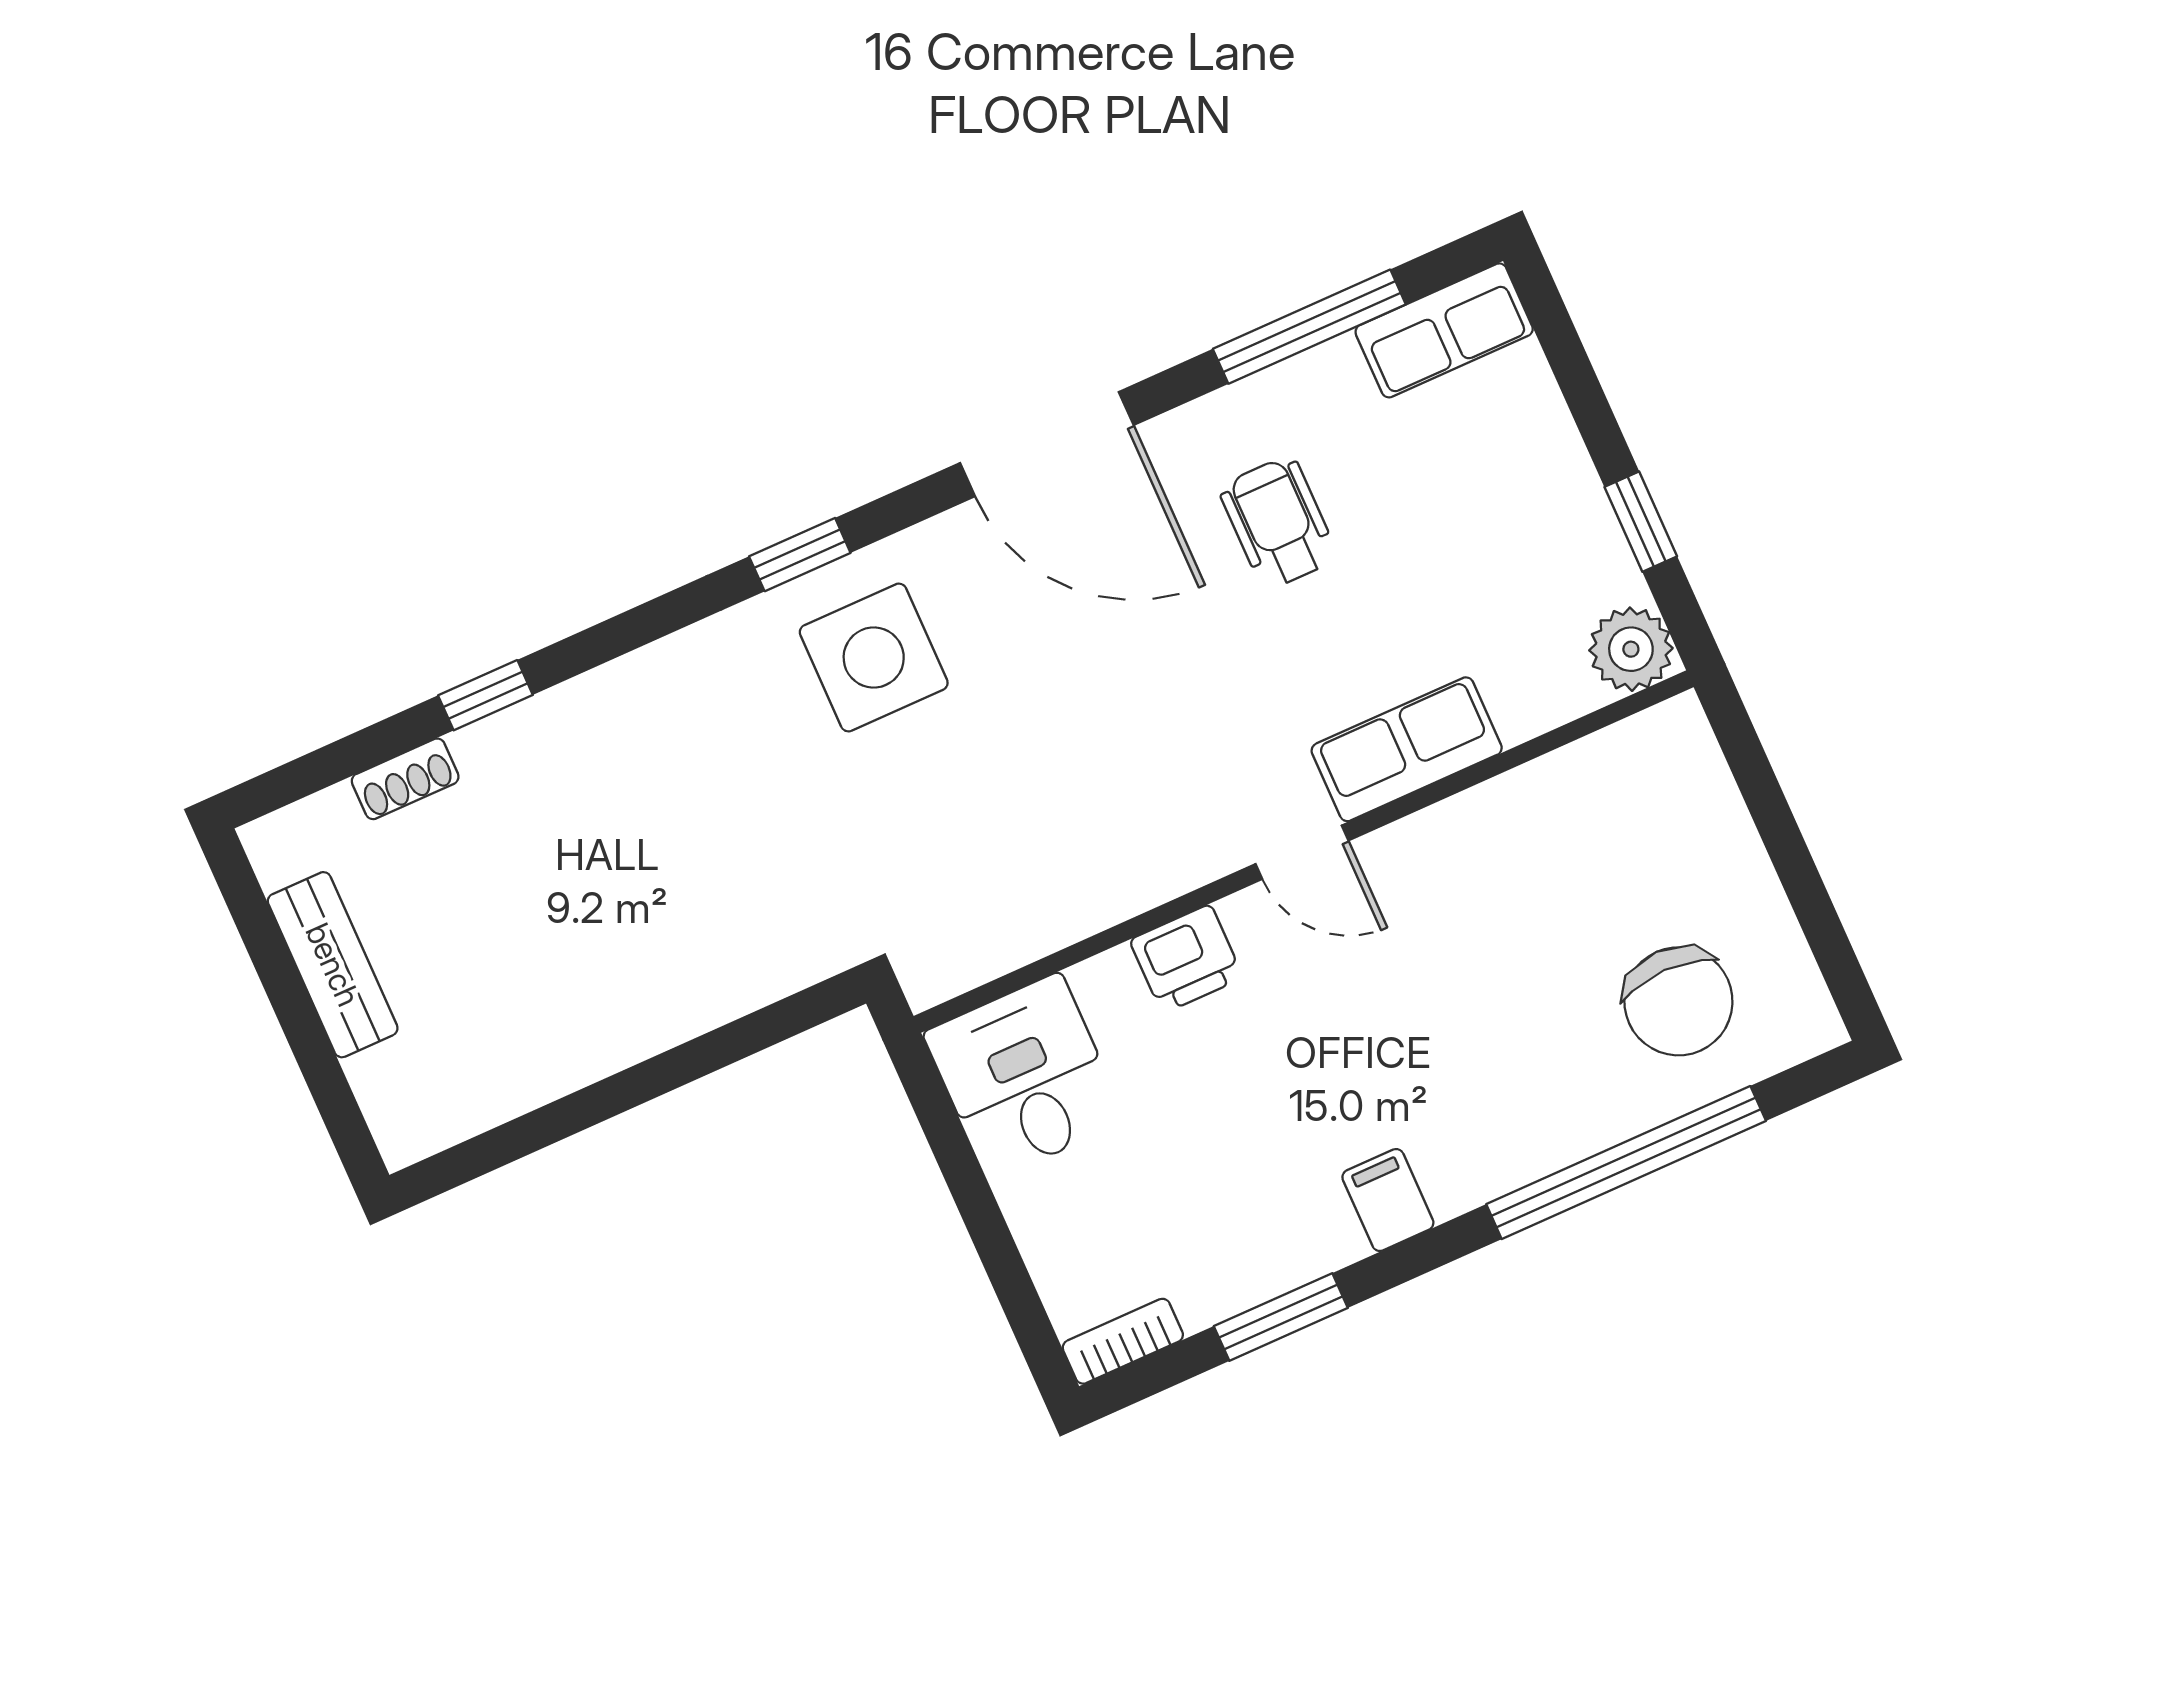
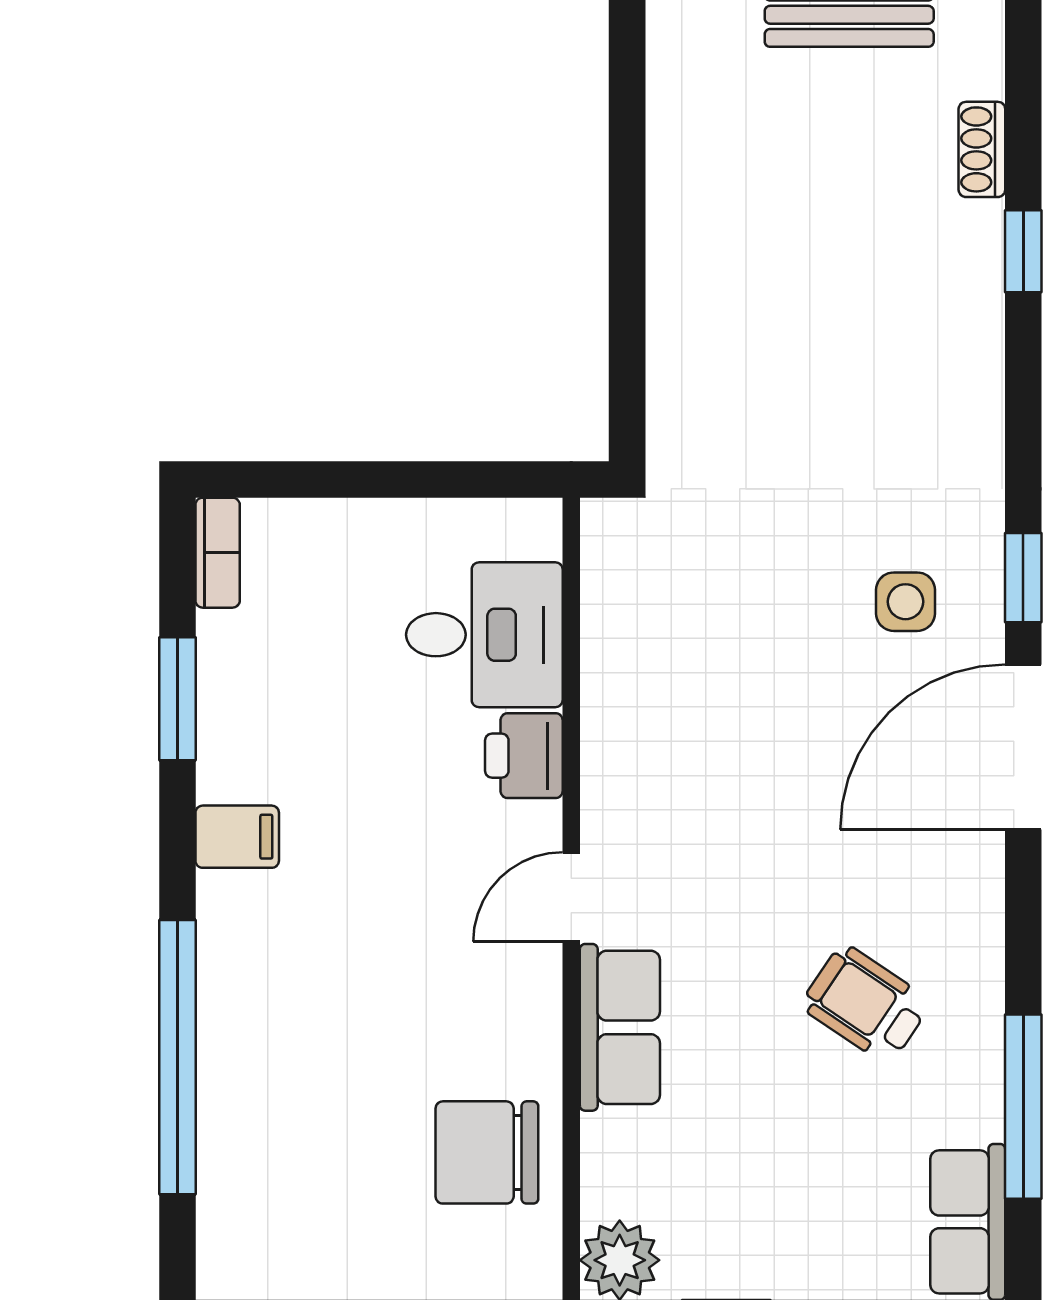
door: (1047, 444) -> (1023, 747), moved
wheelchair: (1278, 523) -> (866, 1004), turned -146
side table: (874, 658) -> (905, 602), width x0.54, depth x0.54
chair: (1678, 1001) -> (487, 1152), moved
desk: (1025, 1077) -> (484, 635), moved

